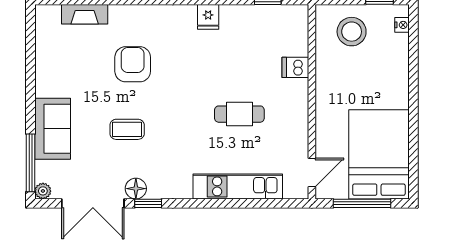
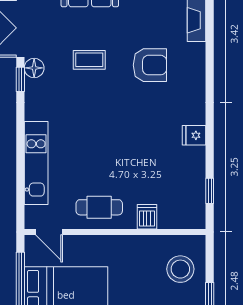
cafe table: (239, 114) -> (99, 207), moved, turned 90
coffee table: (127, 129) -> (89, 60), turned 90

